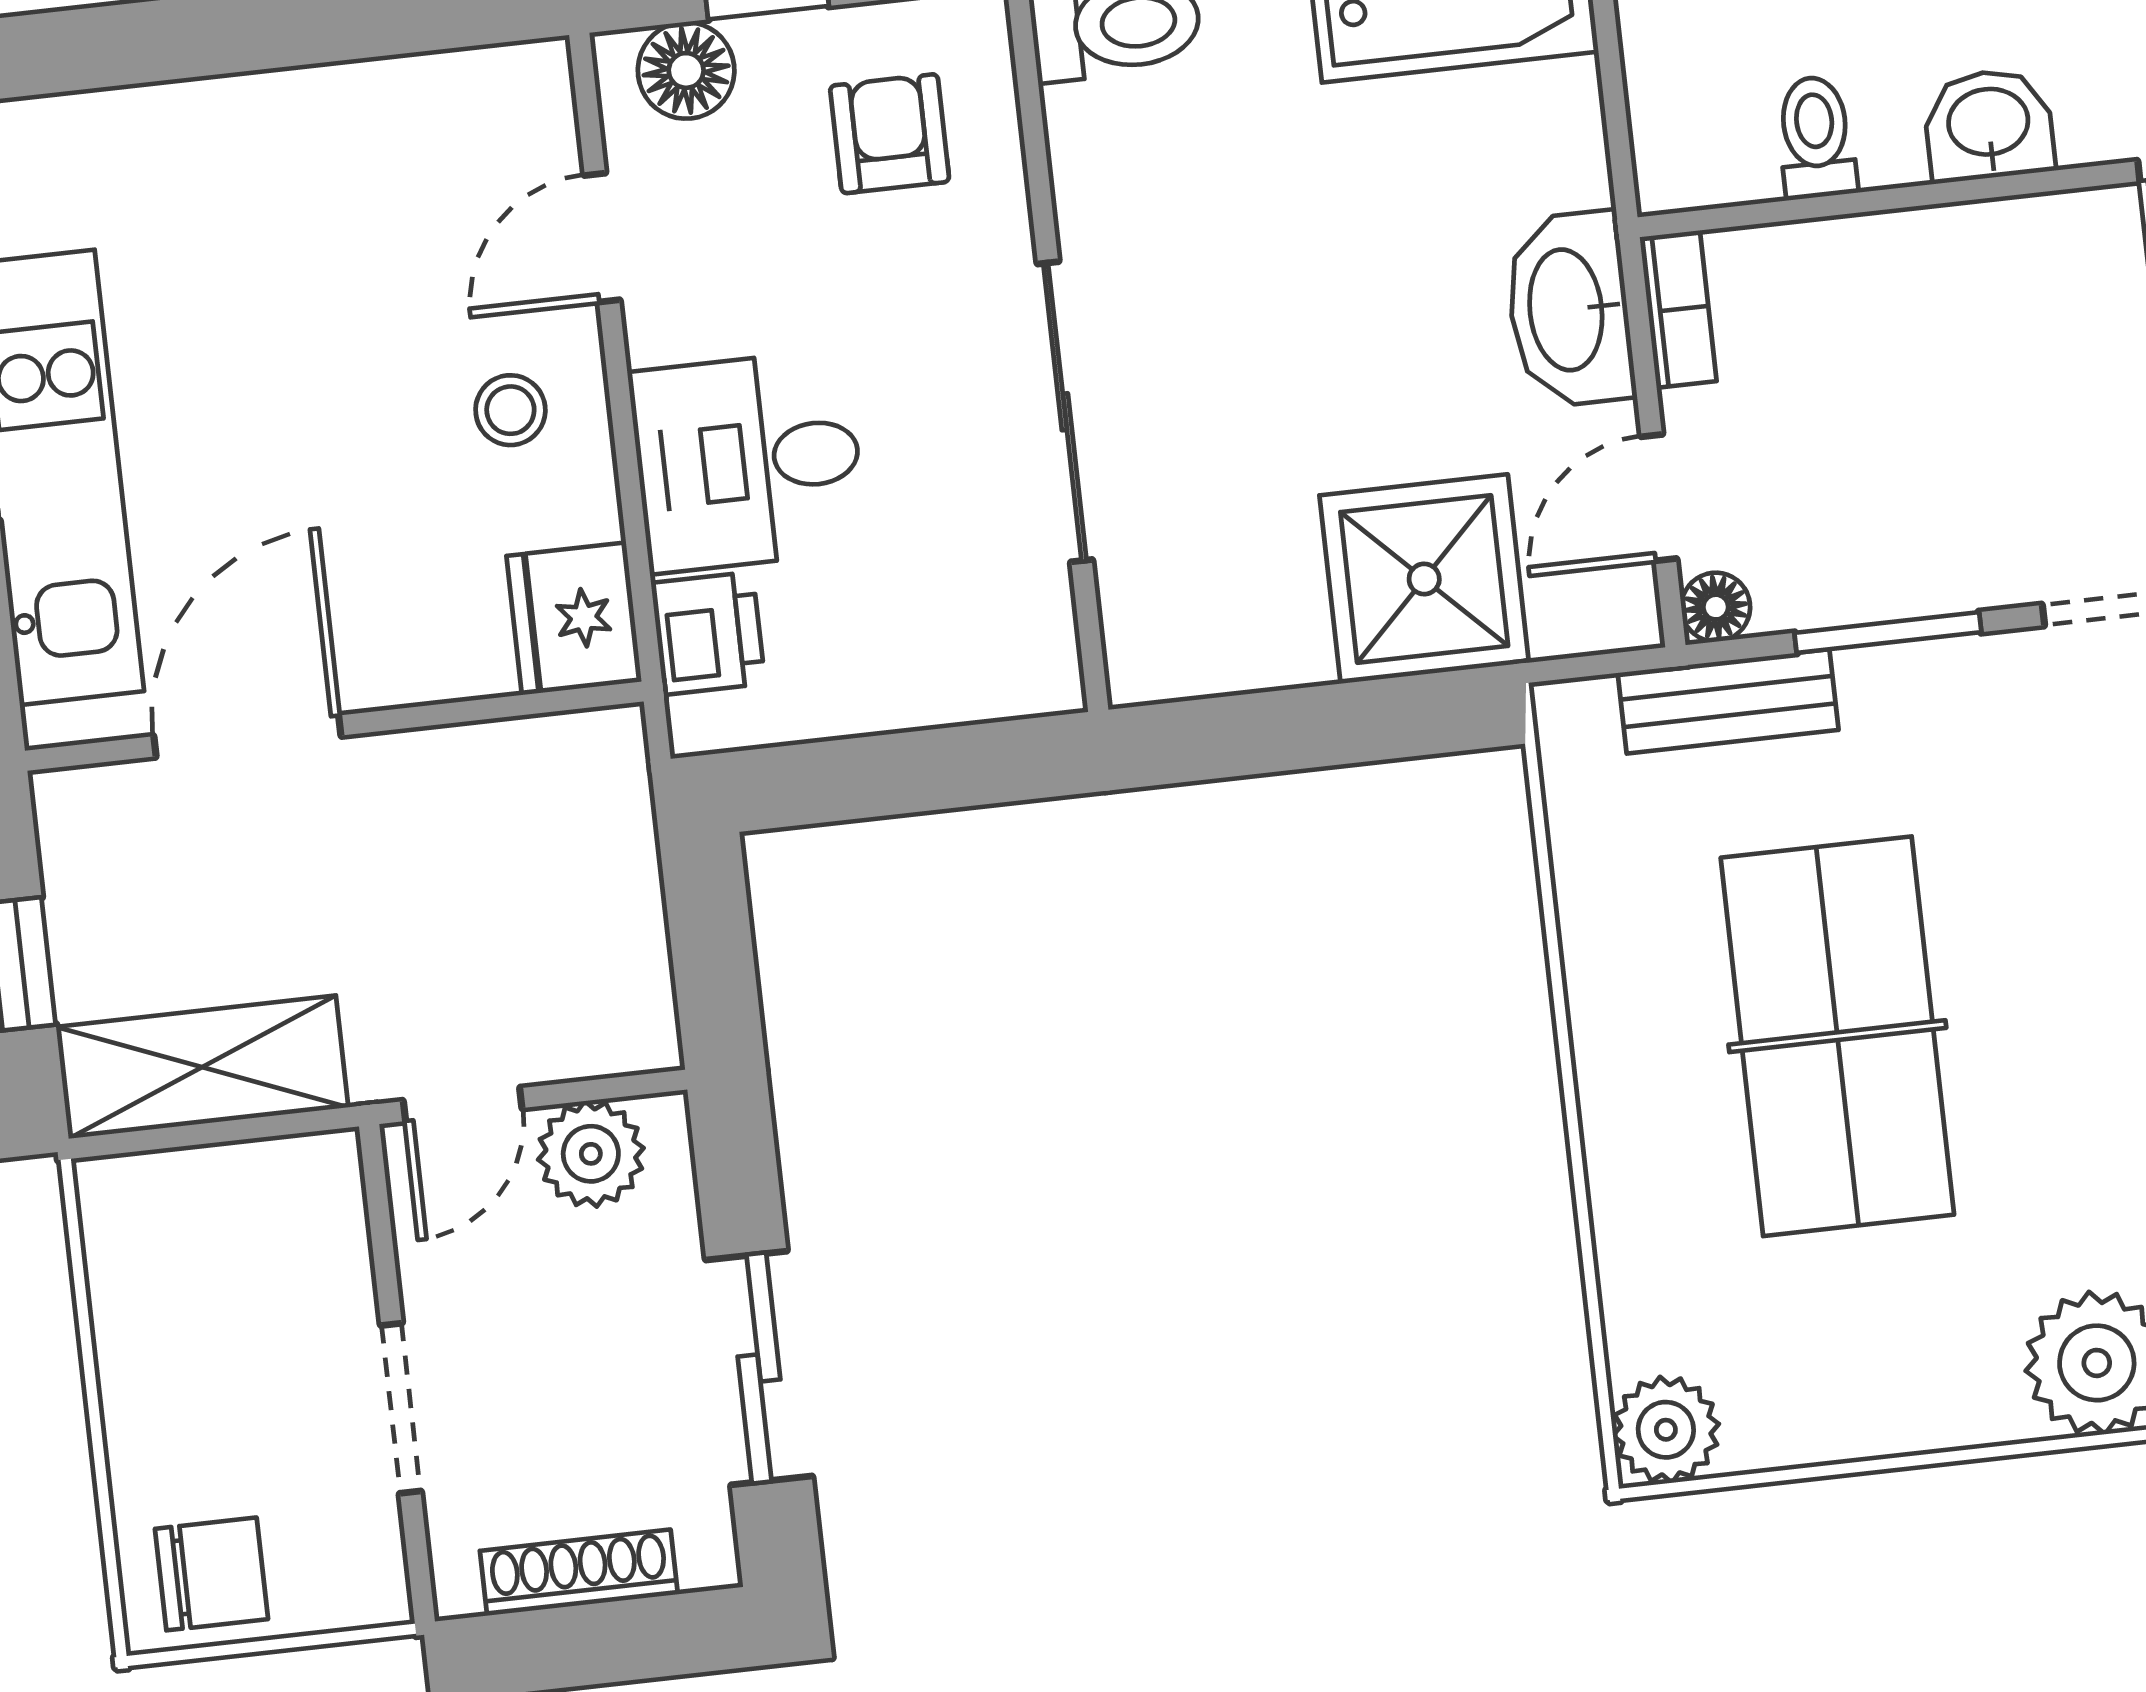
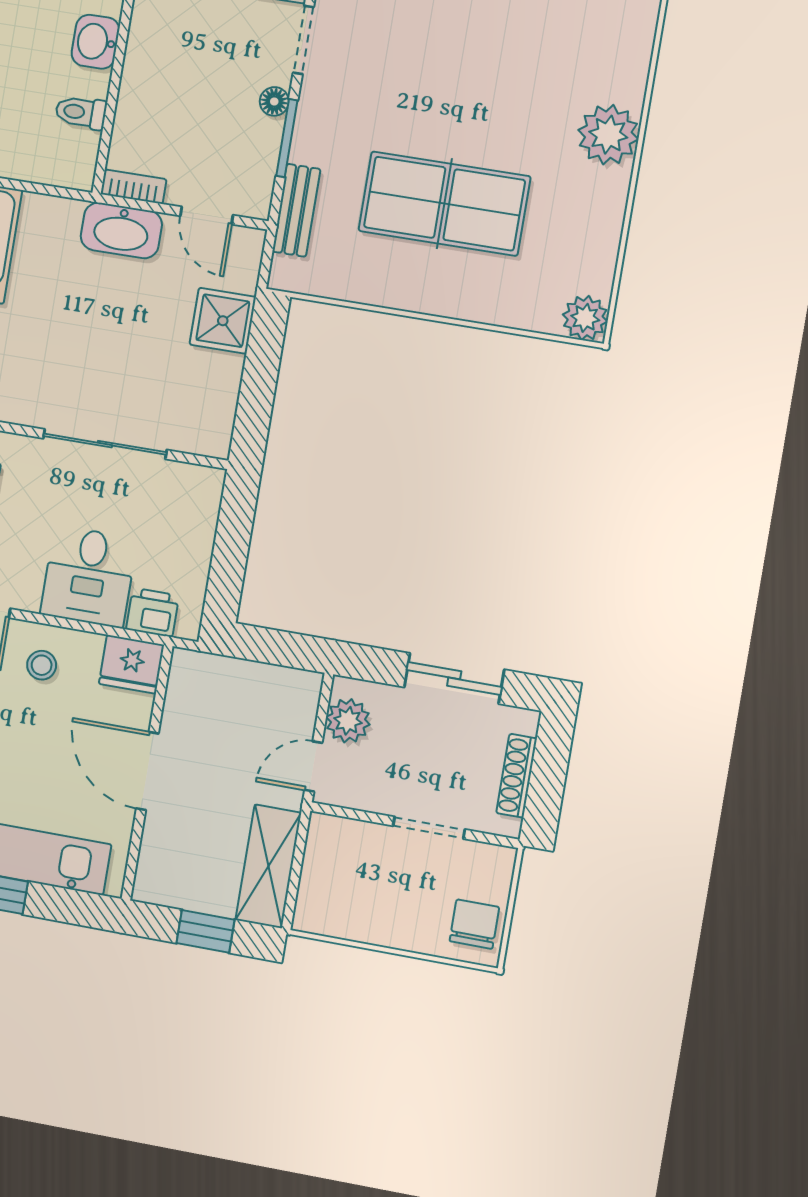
shower: (1424, 579) -> (223, 321), width x0.73, depth x0.73
floor lamp: (1716, 607) -> (274, 101), moved
door: (247, 736) -> (147, 771), moved
door: (463, 1105) -> (313, 766), swing flipped

